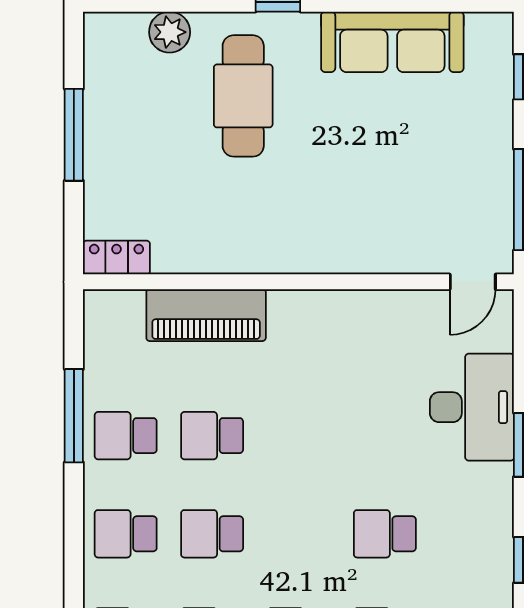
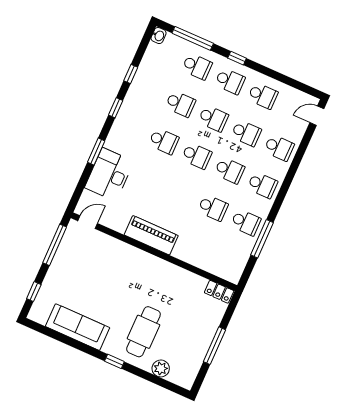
piano: (206, 315) -> (151, 235), moved
school desk: (298, 534) -> (197, 156), added

